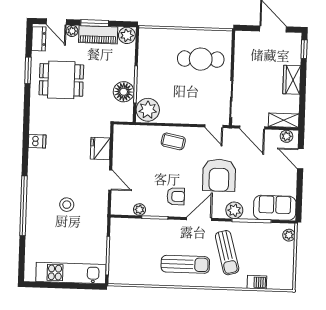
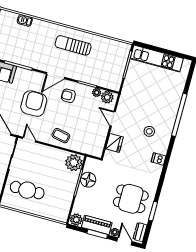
stool: (67, 205) -> (149, 131), moved
plant: (234, 210) -> (107, 97), moved
sun lounger: (227, 253) -> (41, 47), removed

